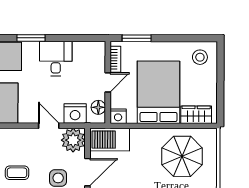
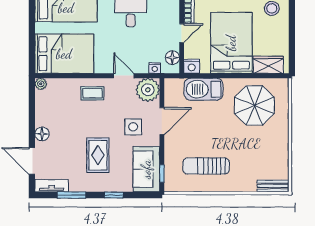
nightstand: (75, 114) -> (155, 68), width x0.53, depth x0.56
barbecue: (110, 140) -> (203, 89), moved
coffee table: (17, 173) -> (92, 93), moved

